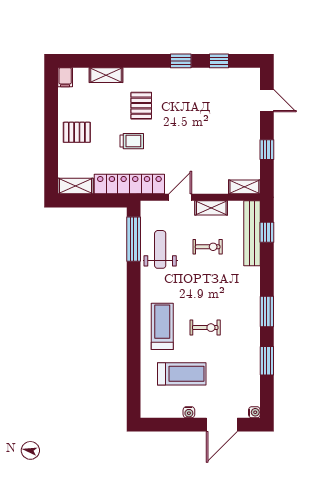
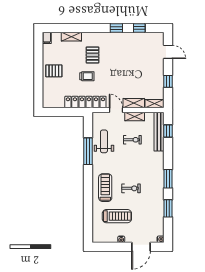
shelving: (75, 186) -> (134, 103), moved
door: (180, 197) -> (116, 110), hinge flipped
window: (134, 239) -> (88, 151), moved

